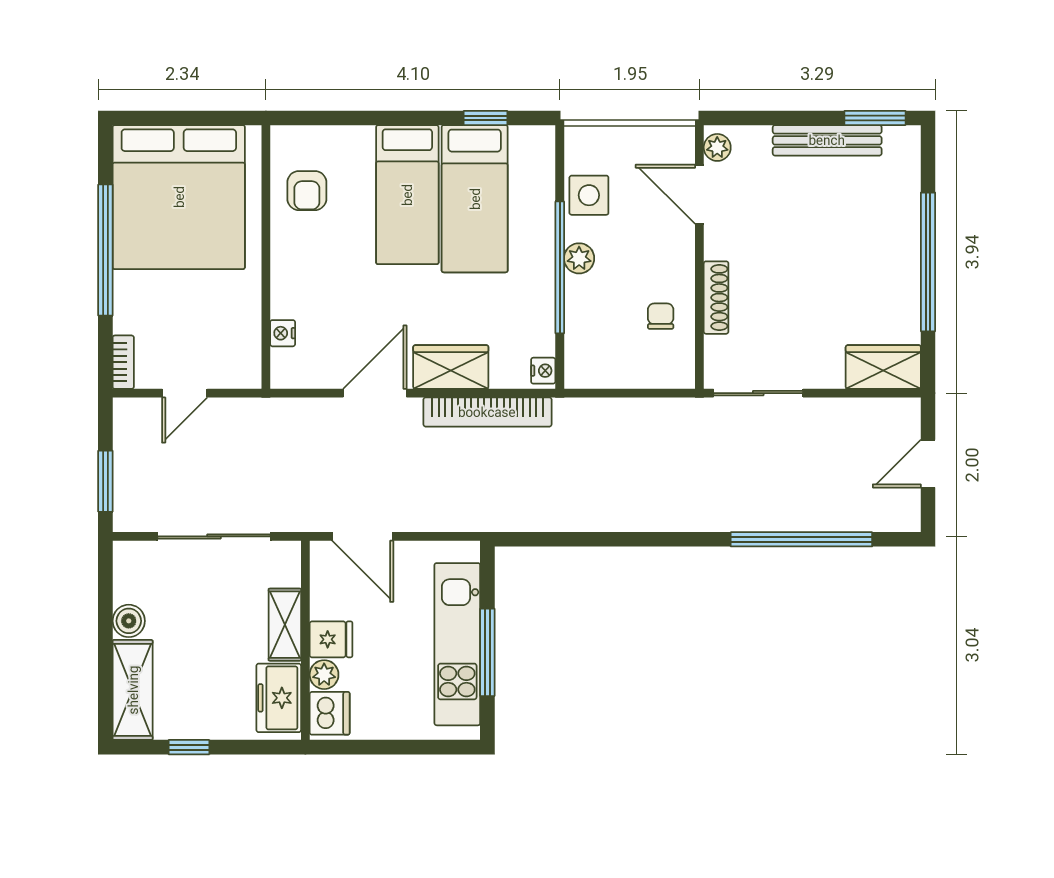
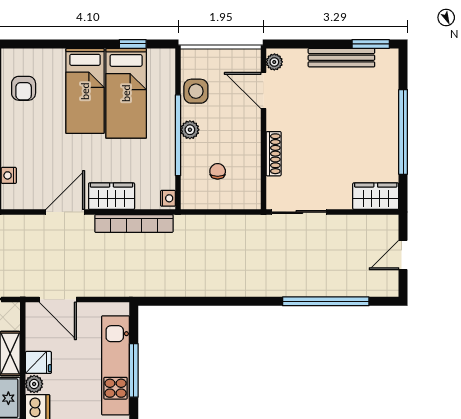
chair: (661, 316) -> (218, 171), moved

